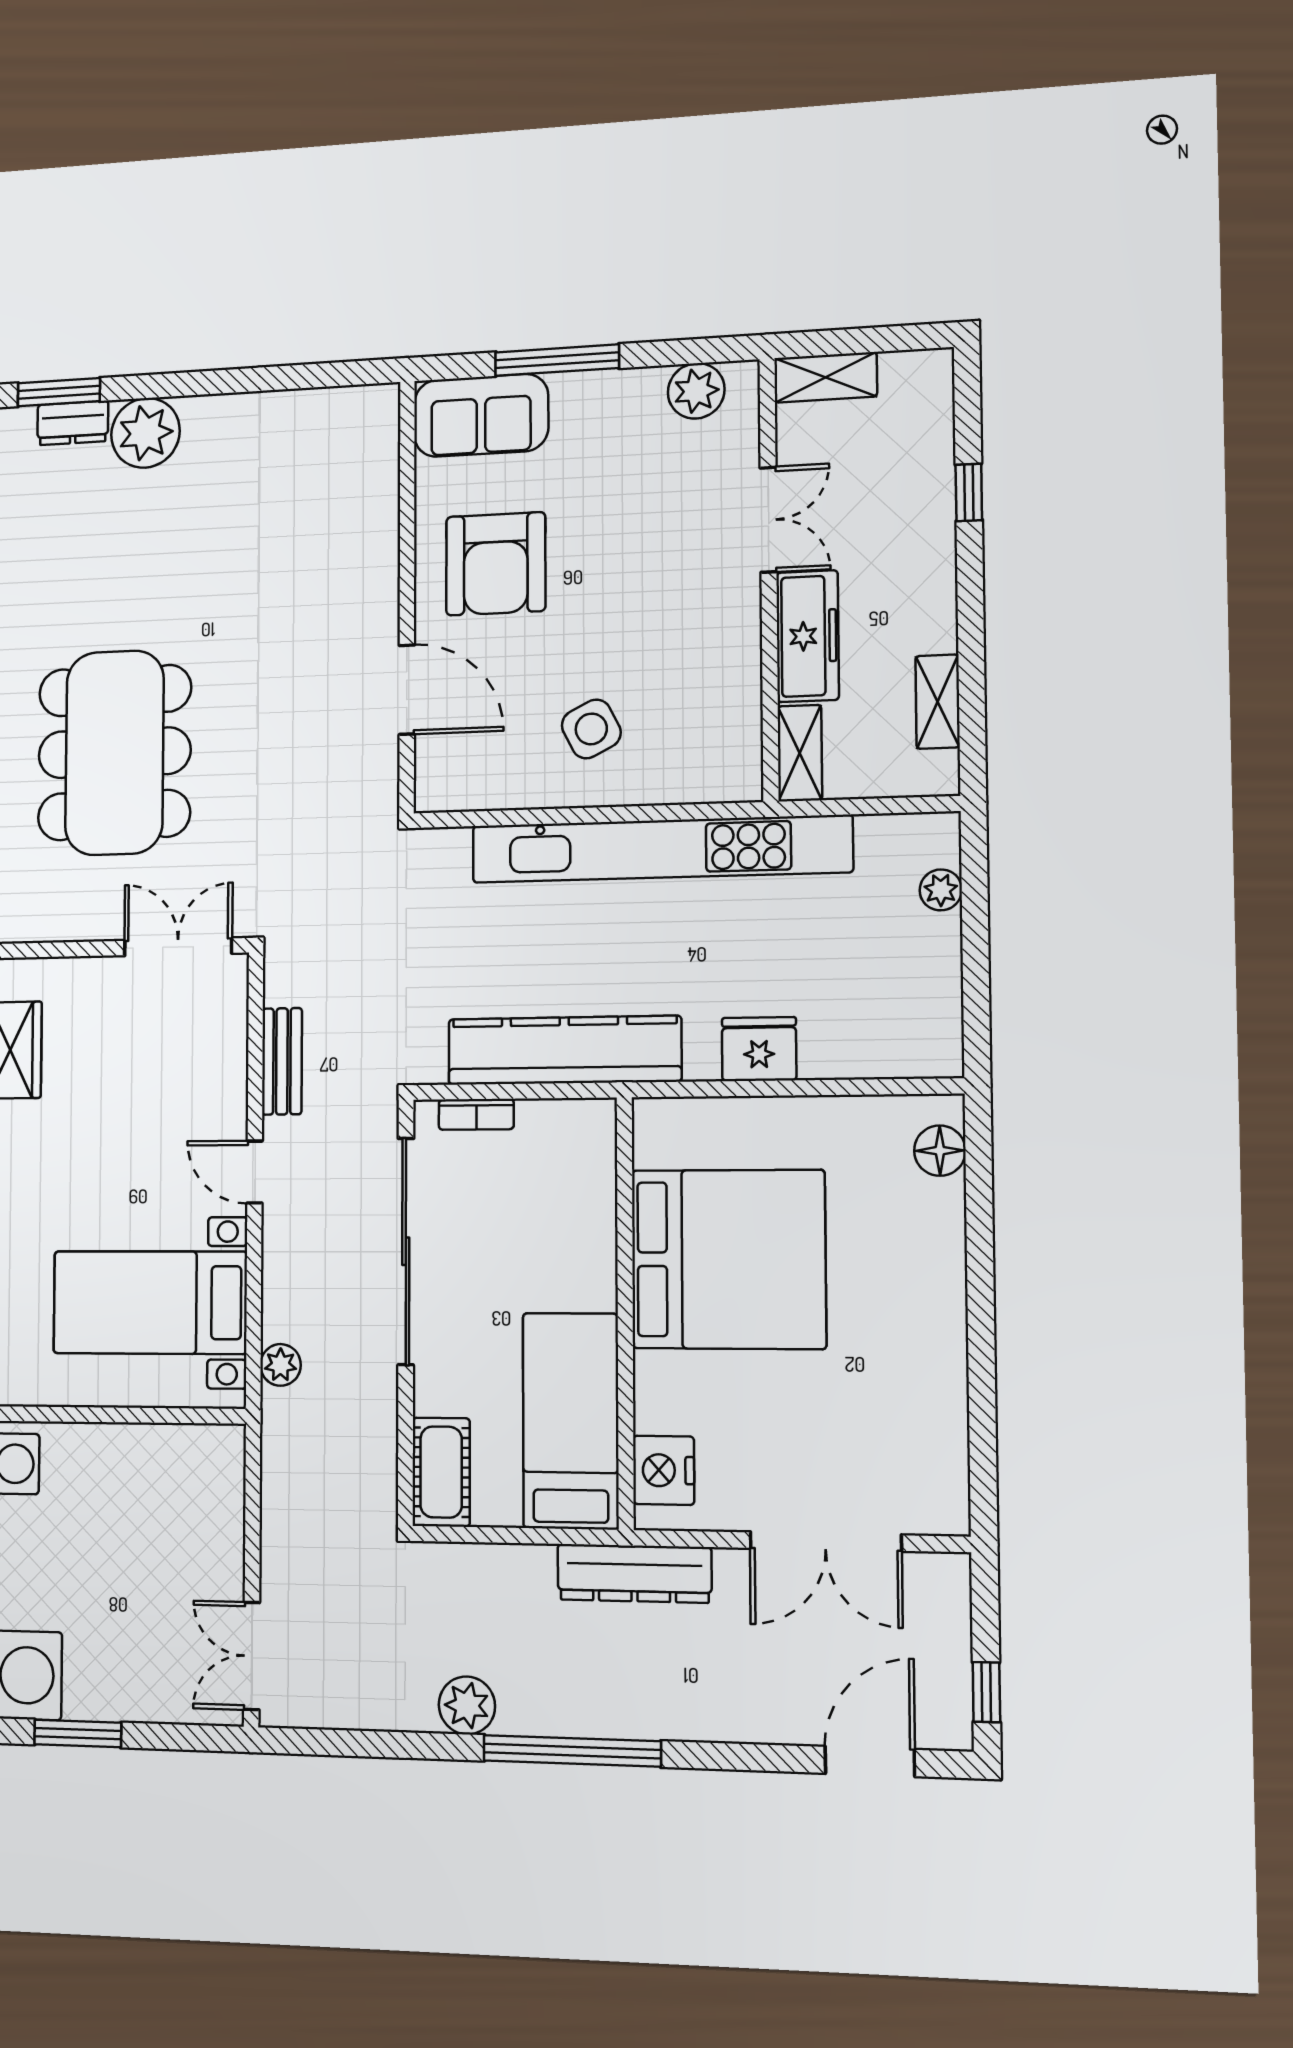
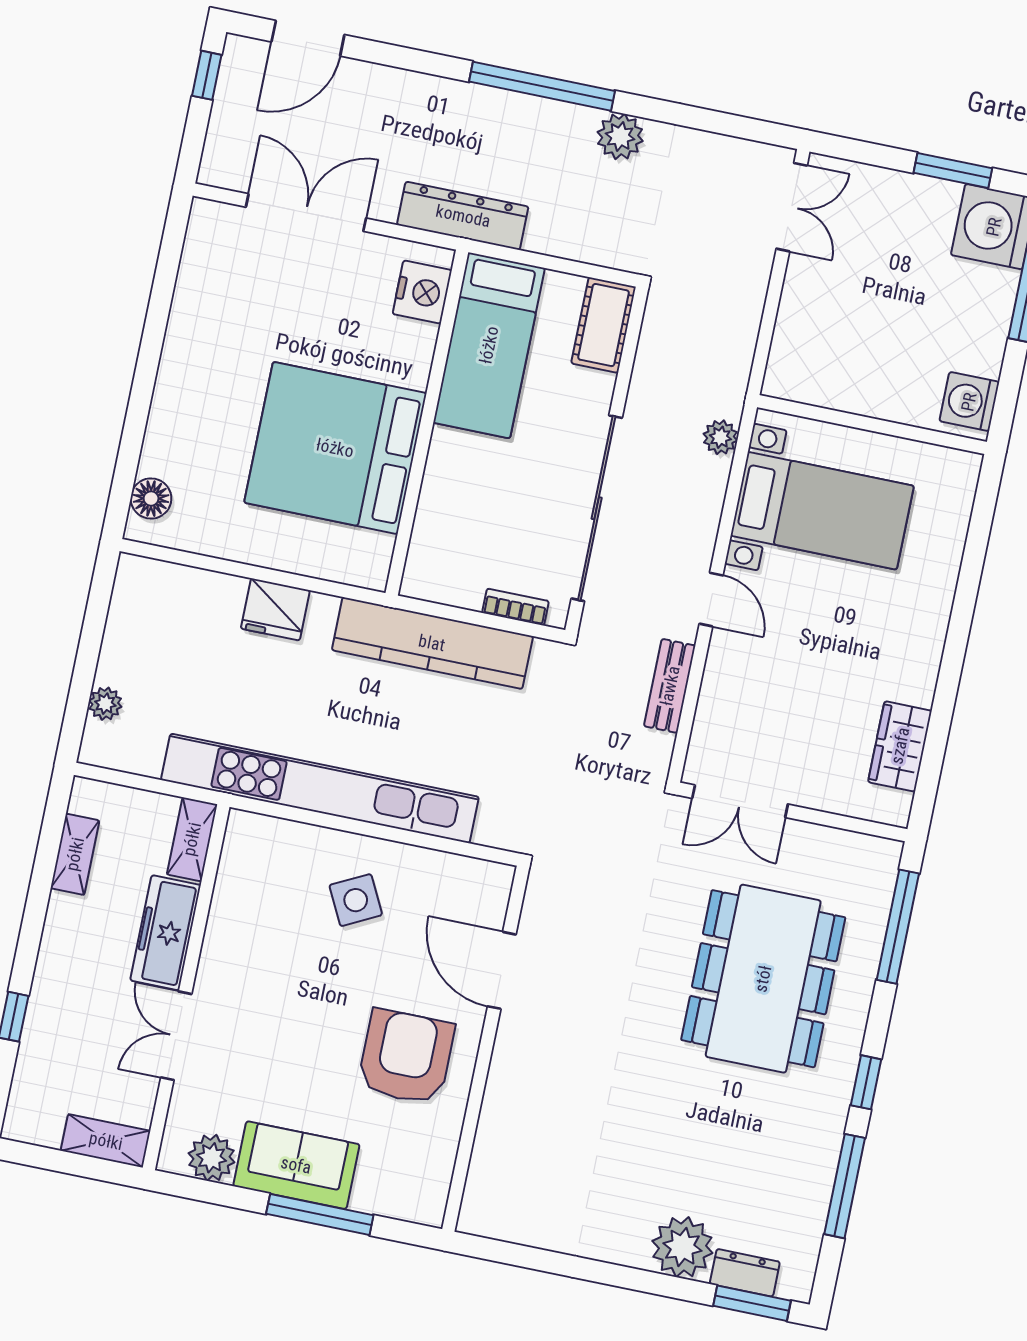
sofa: (481, 415) -> (296, 1165), moved

